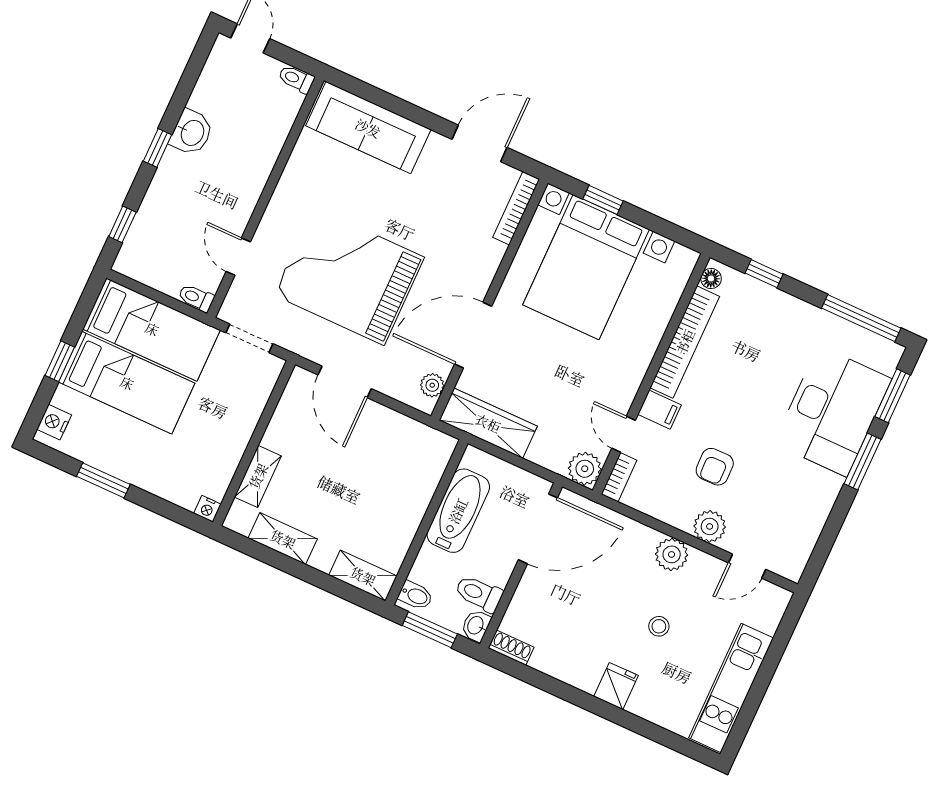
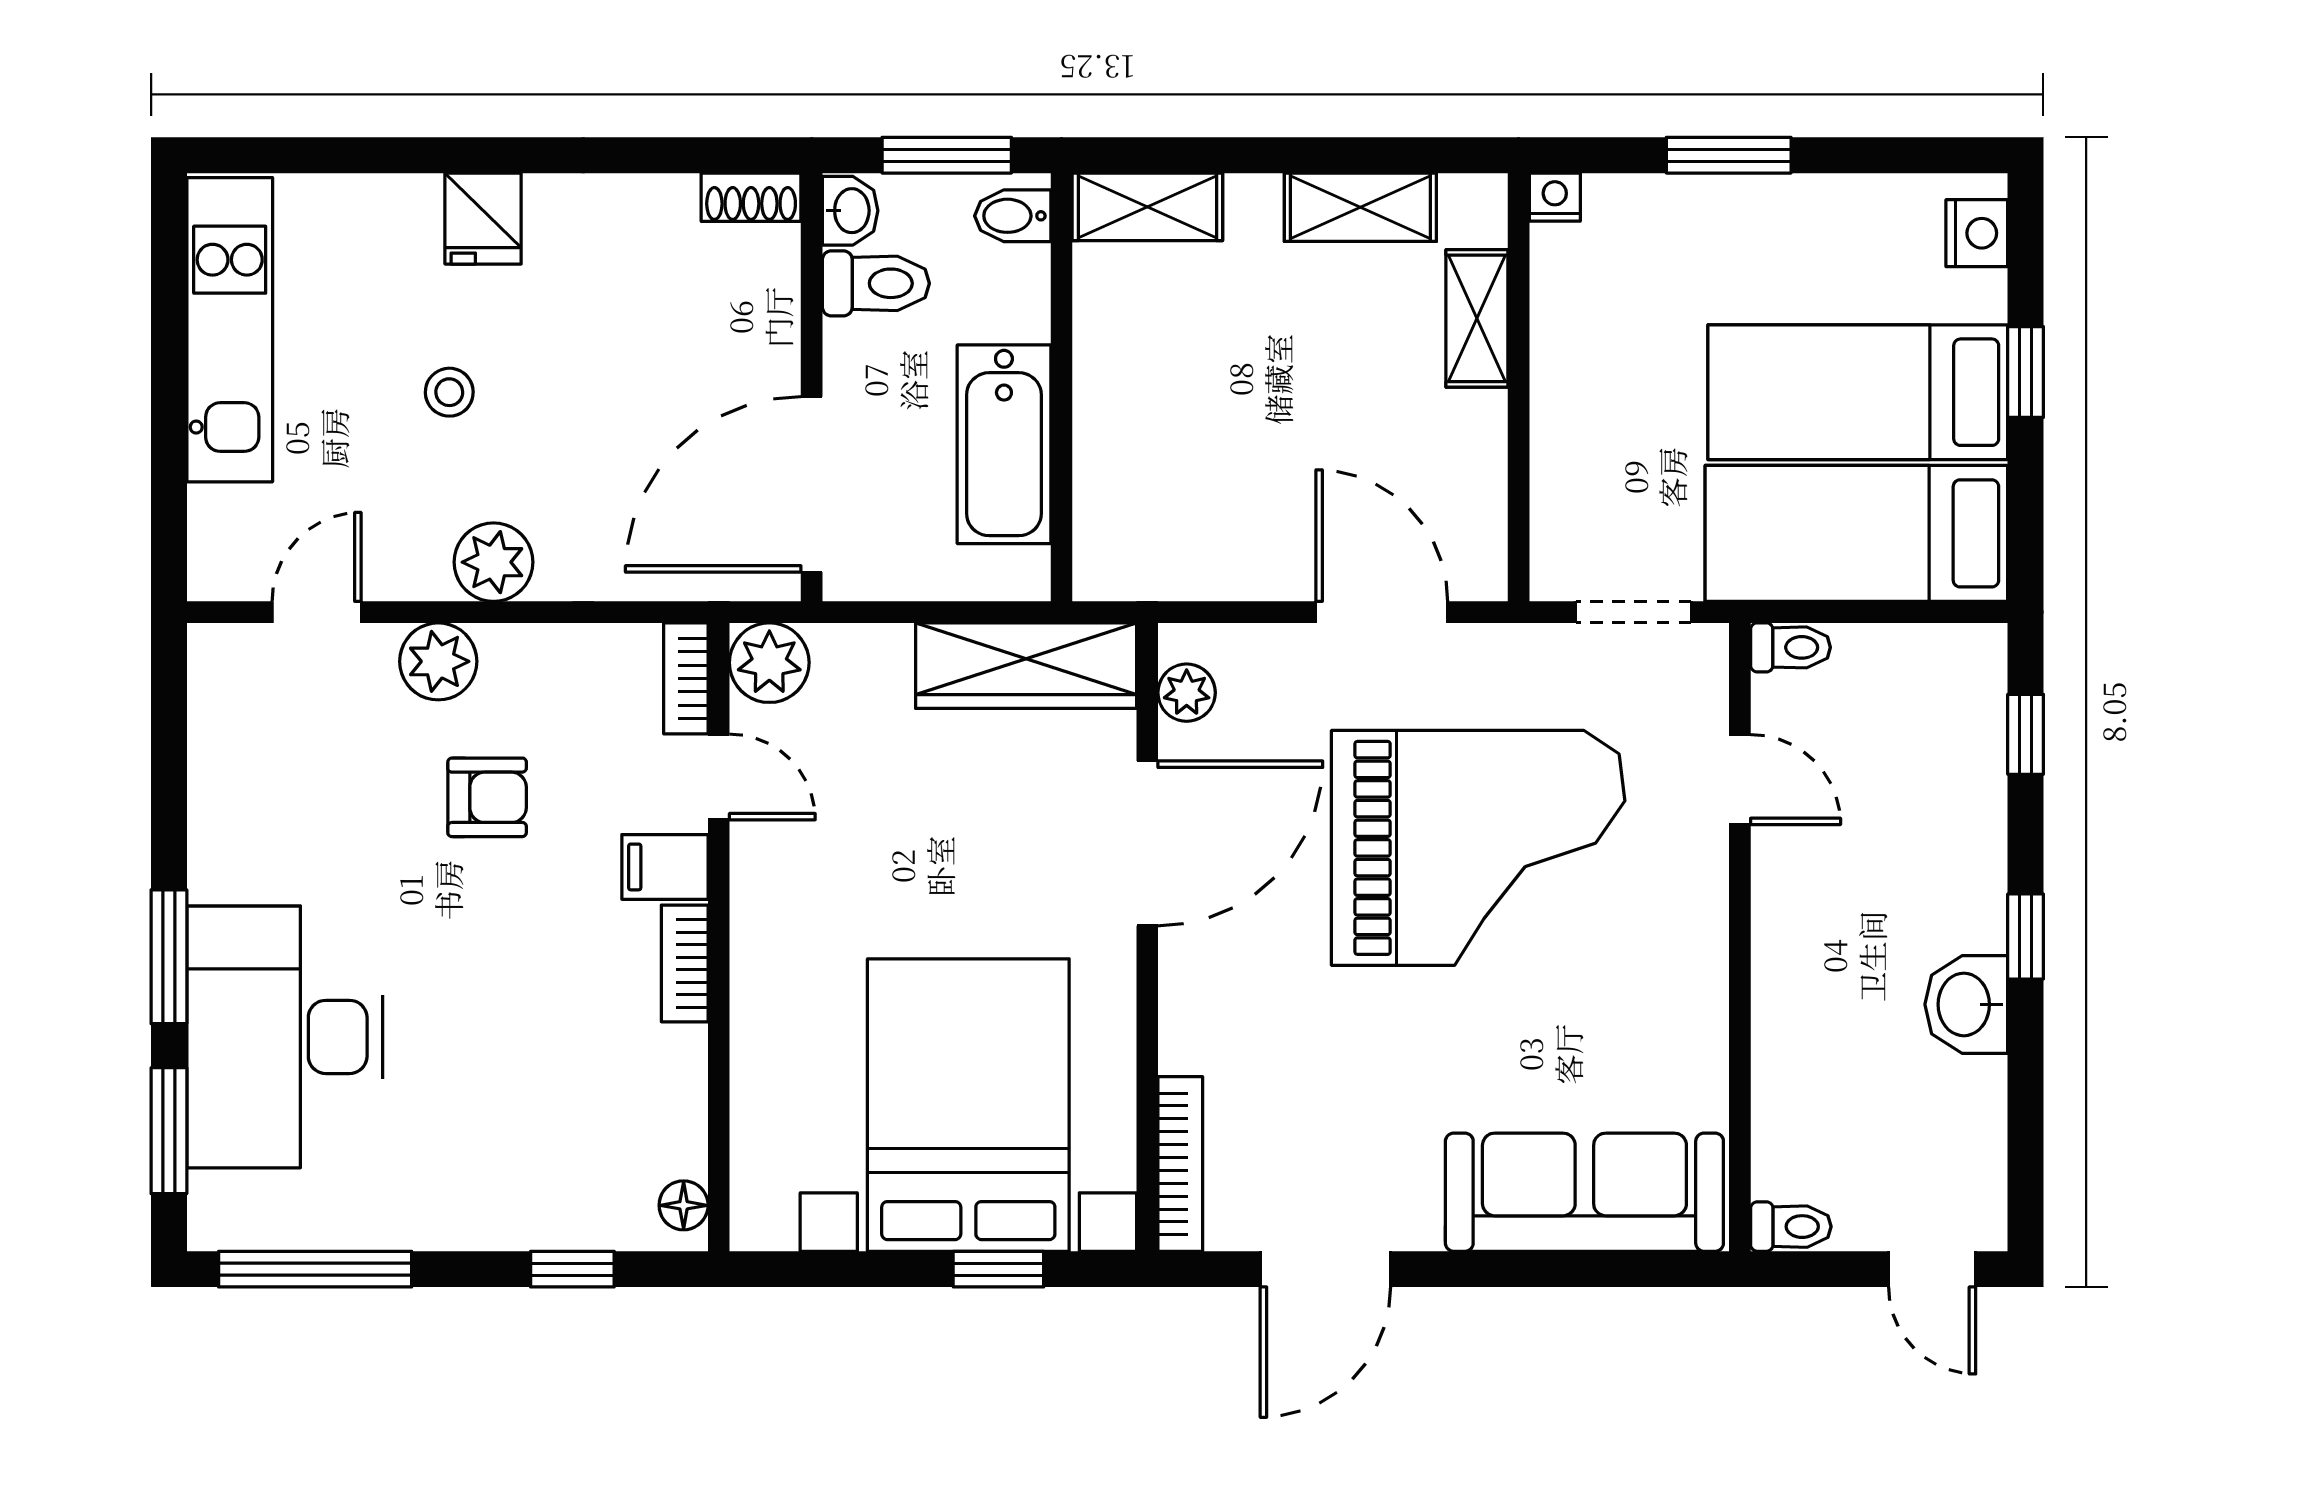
bookcase: (685, 342) -> (685, 963), width x0.43, depth x0.76
armchair: (715, 467) -> (487, 797), turned 91
window: (103, 480) -> (1729, 155), moved

